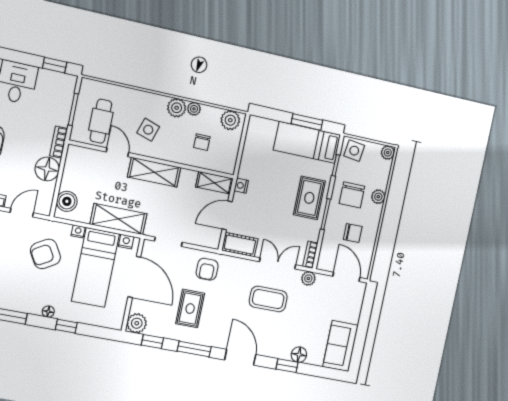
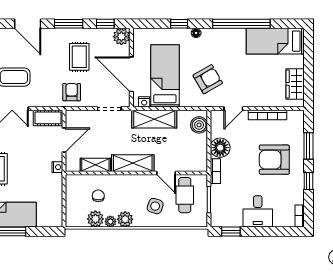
plant: (230, 120) -> (95, 219), moved
side table: (148, 130) -> (155, 206), moved
shelving: (214, 183) -> (95, 165), moved
nightstand: (78, 231) -> (185, 102), removed

